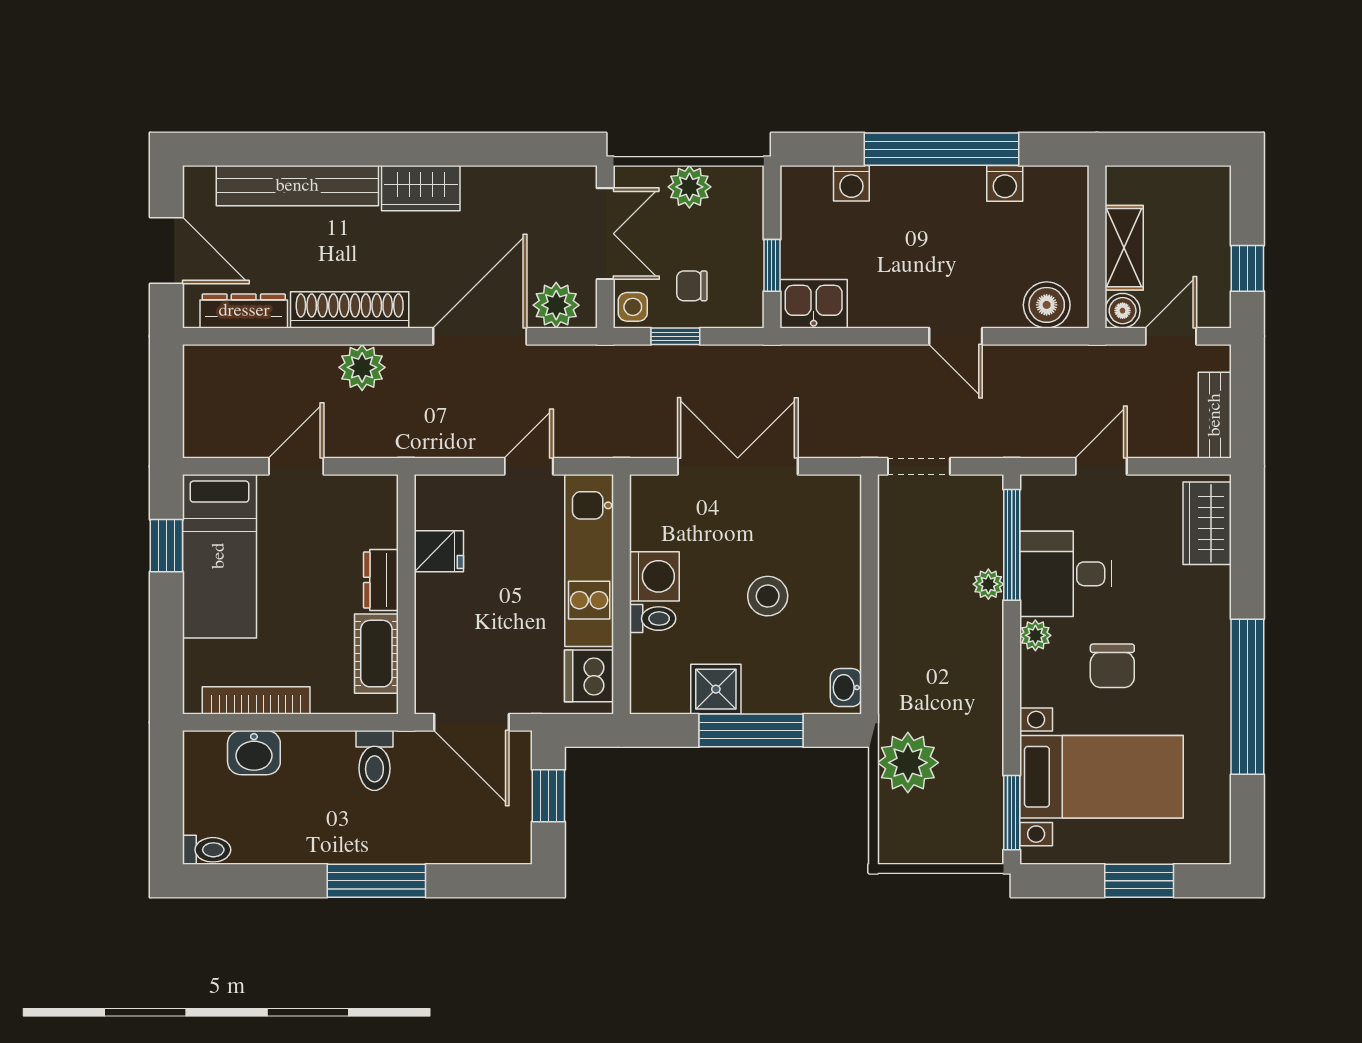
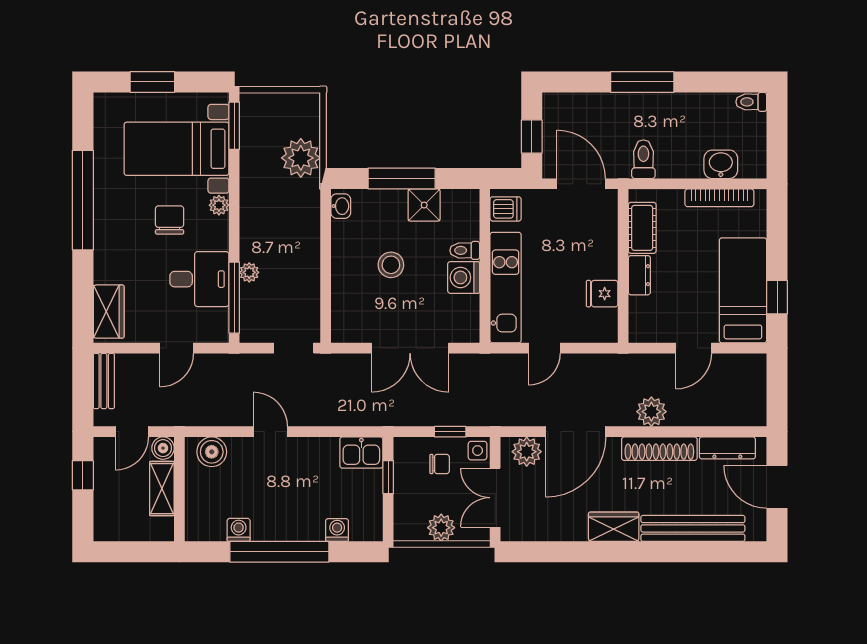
plant: (1035, 635) -> (219, 205), moved
dishwasher: (589, 676) -> (506, 209), width x0.73

